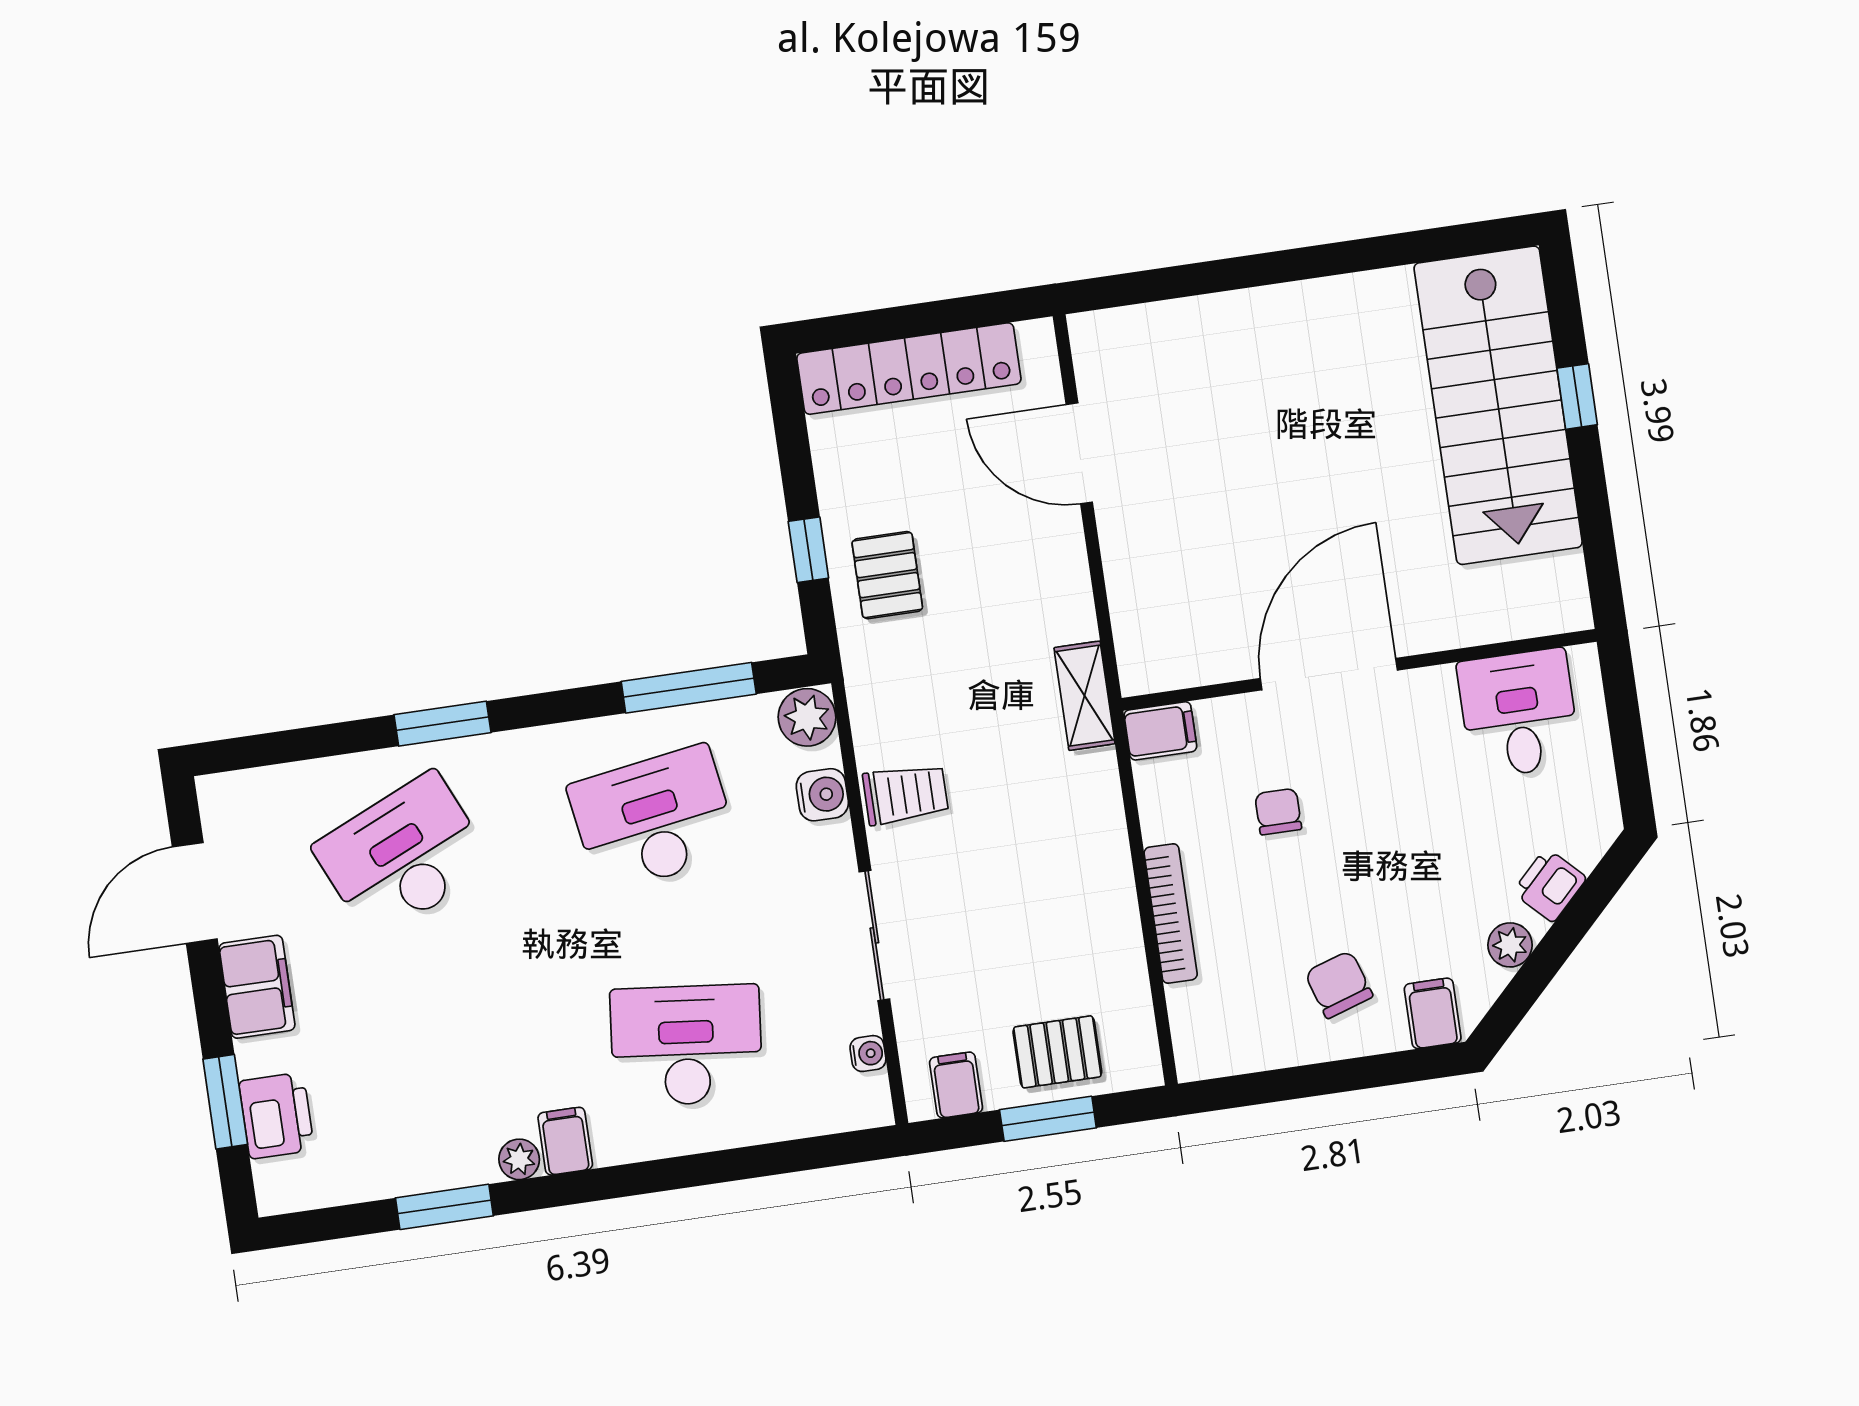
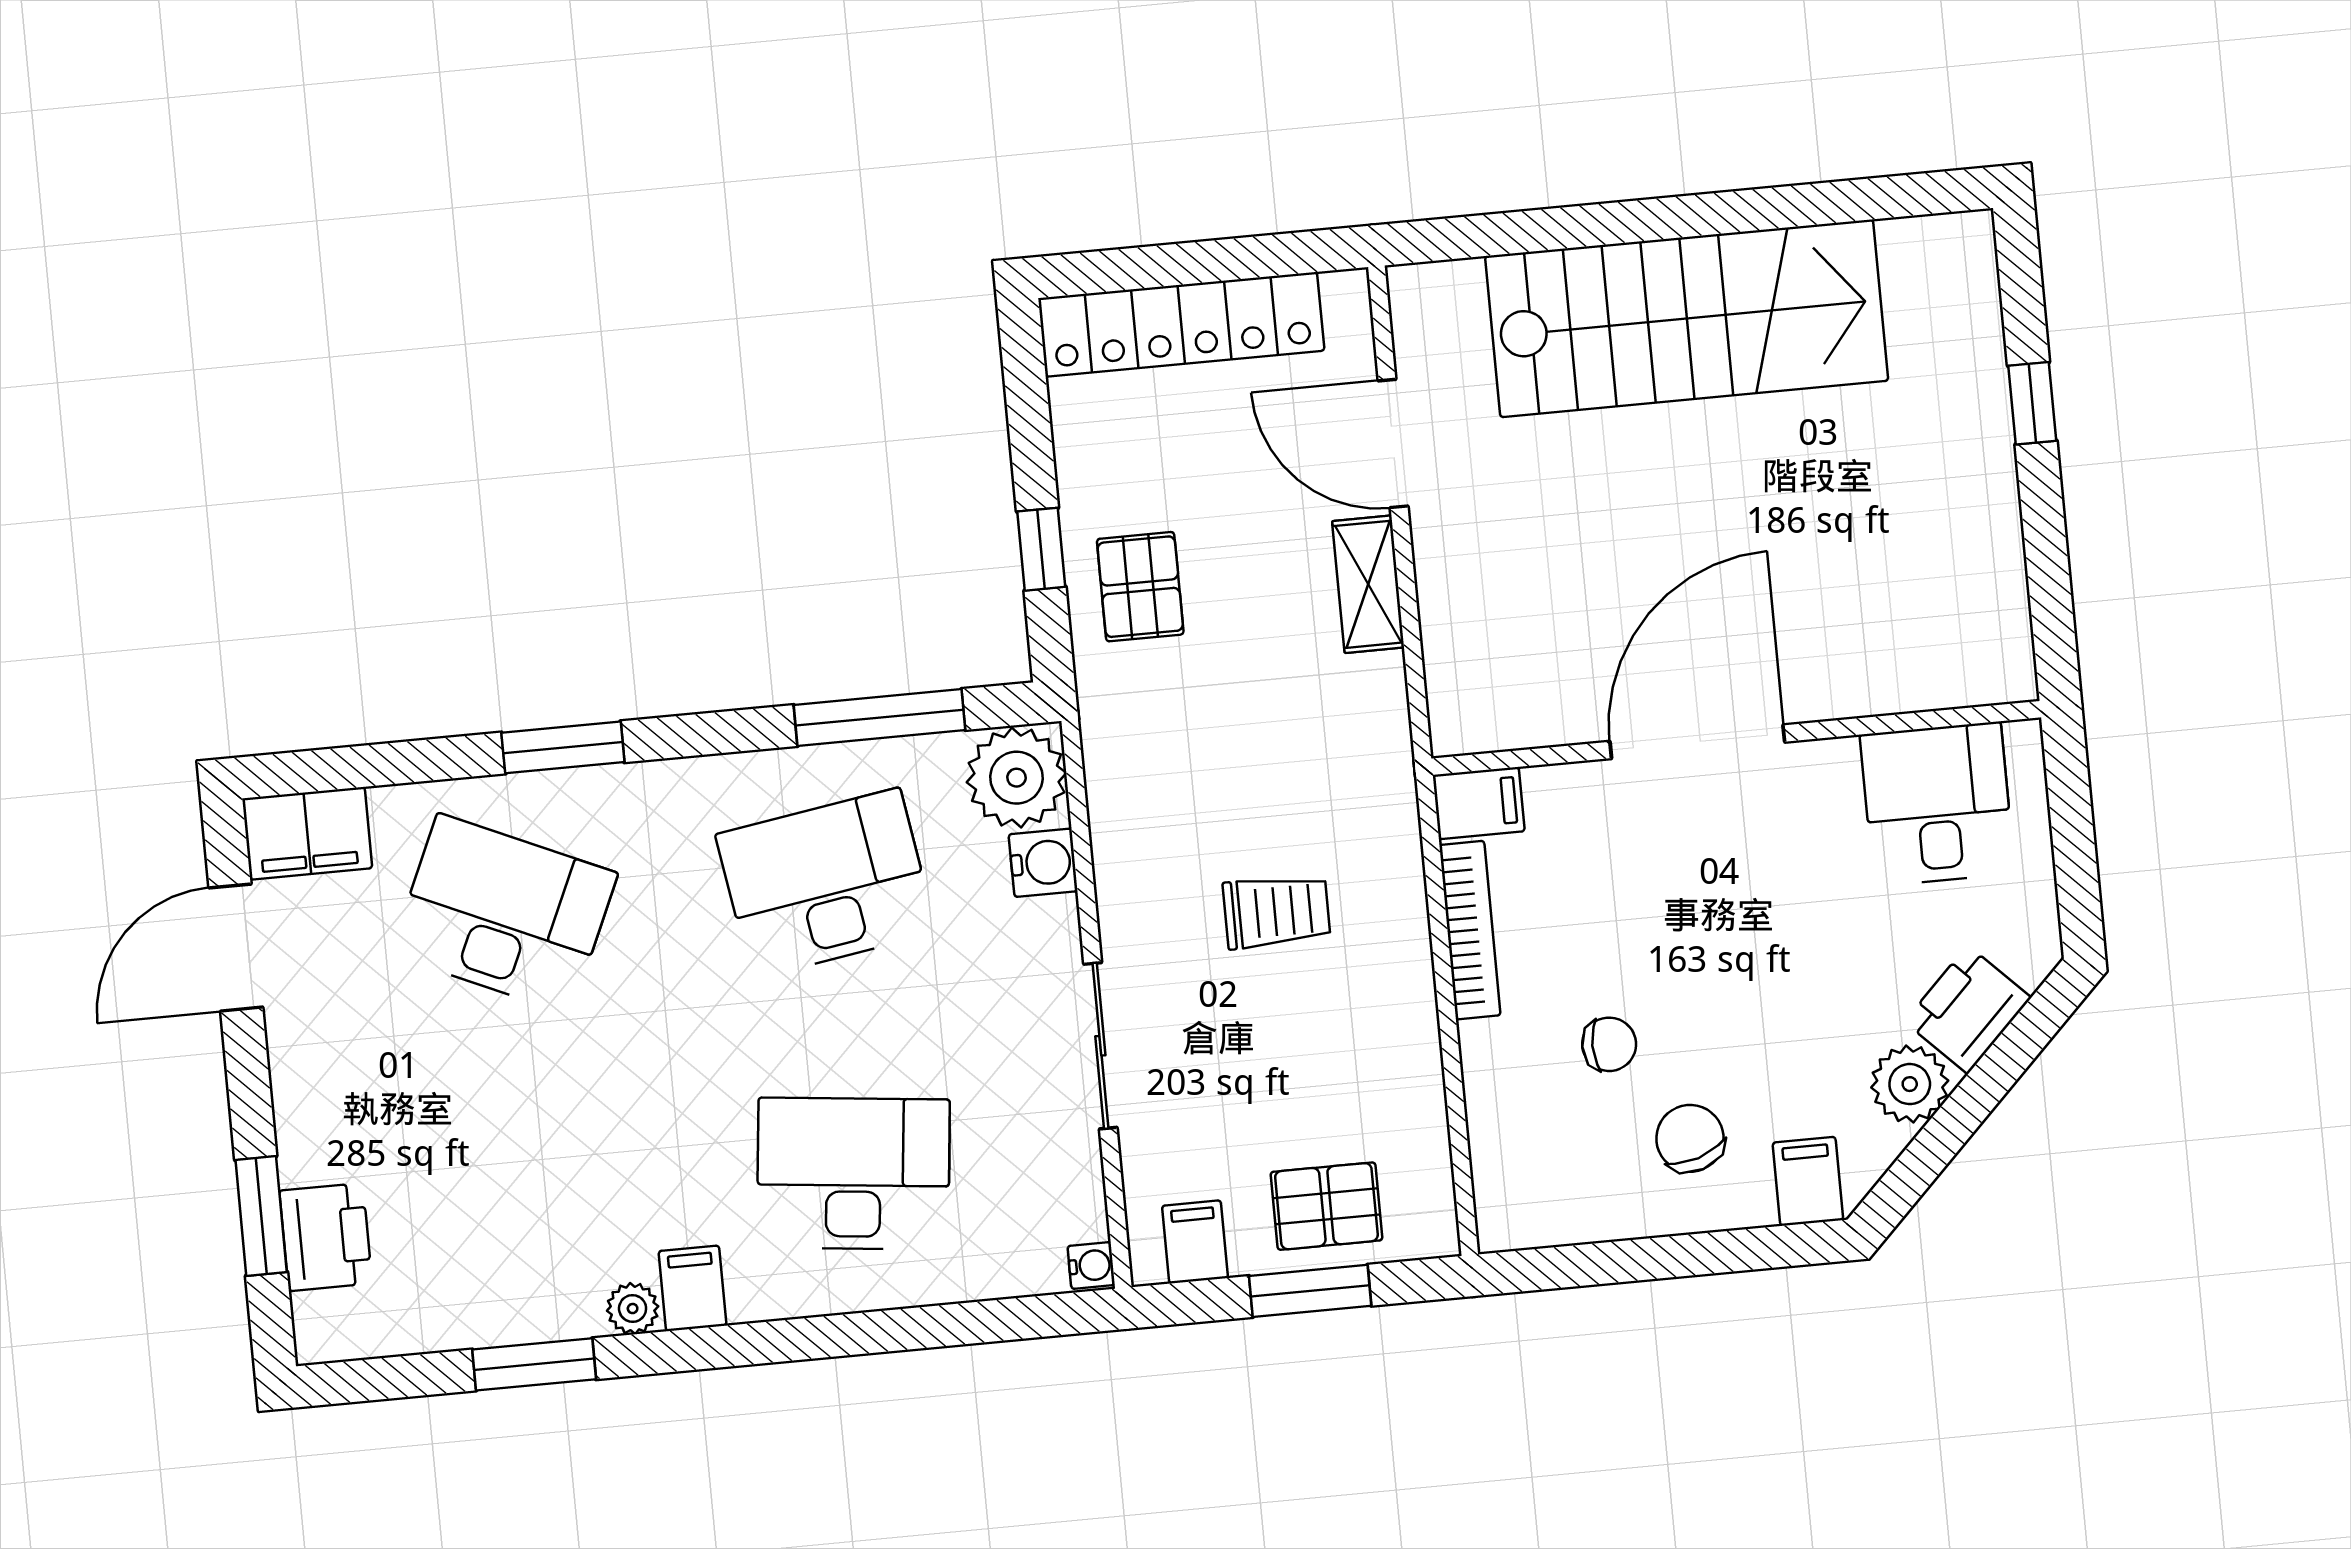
stairs: (1498, 405) -> (1687, 318), moved, turned -90
shelving: (1085, 696) -> (1368, 584), moved
plant: (807, 717) -> (1016, 778), width x1.36, depth x1.36
trolley: (905, 794) -> (1277, 912), moved
chair: (1278, 812) -> (1609, 1044), moved, turned 90
desk: (403, 856) -> (504, 914), turned 48
printer: (1550, 885) -> (1968, 1010), width x1.36, depth x1.24
bookcase: (1171, 913) -> (1470, 930), moved
plant: (1510, 945) -> (1910, 1084), width x1.38, depth x1.38
filing cabinet: (257, 987) -> (307, 833), moved, turned 90
water cooler: (868, 1054) -> (1091, 1265), moved

